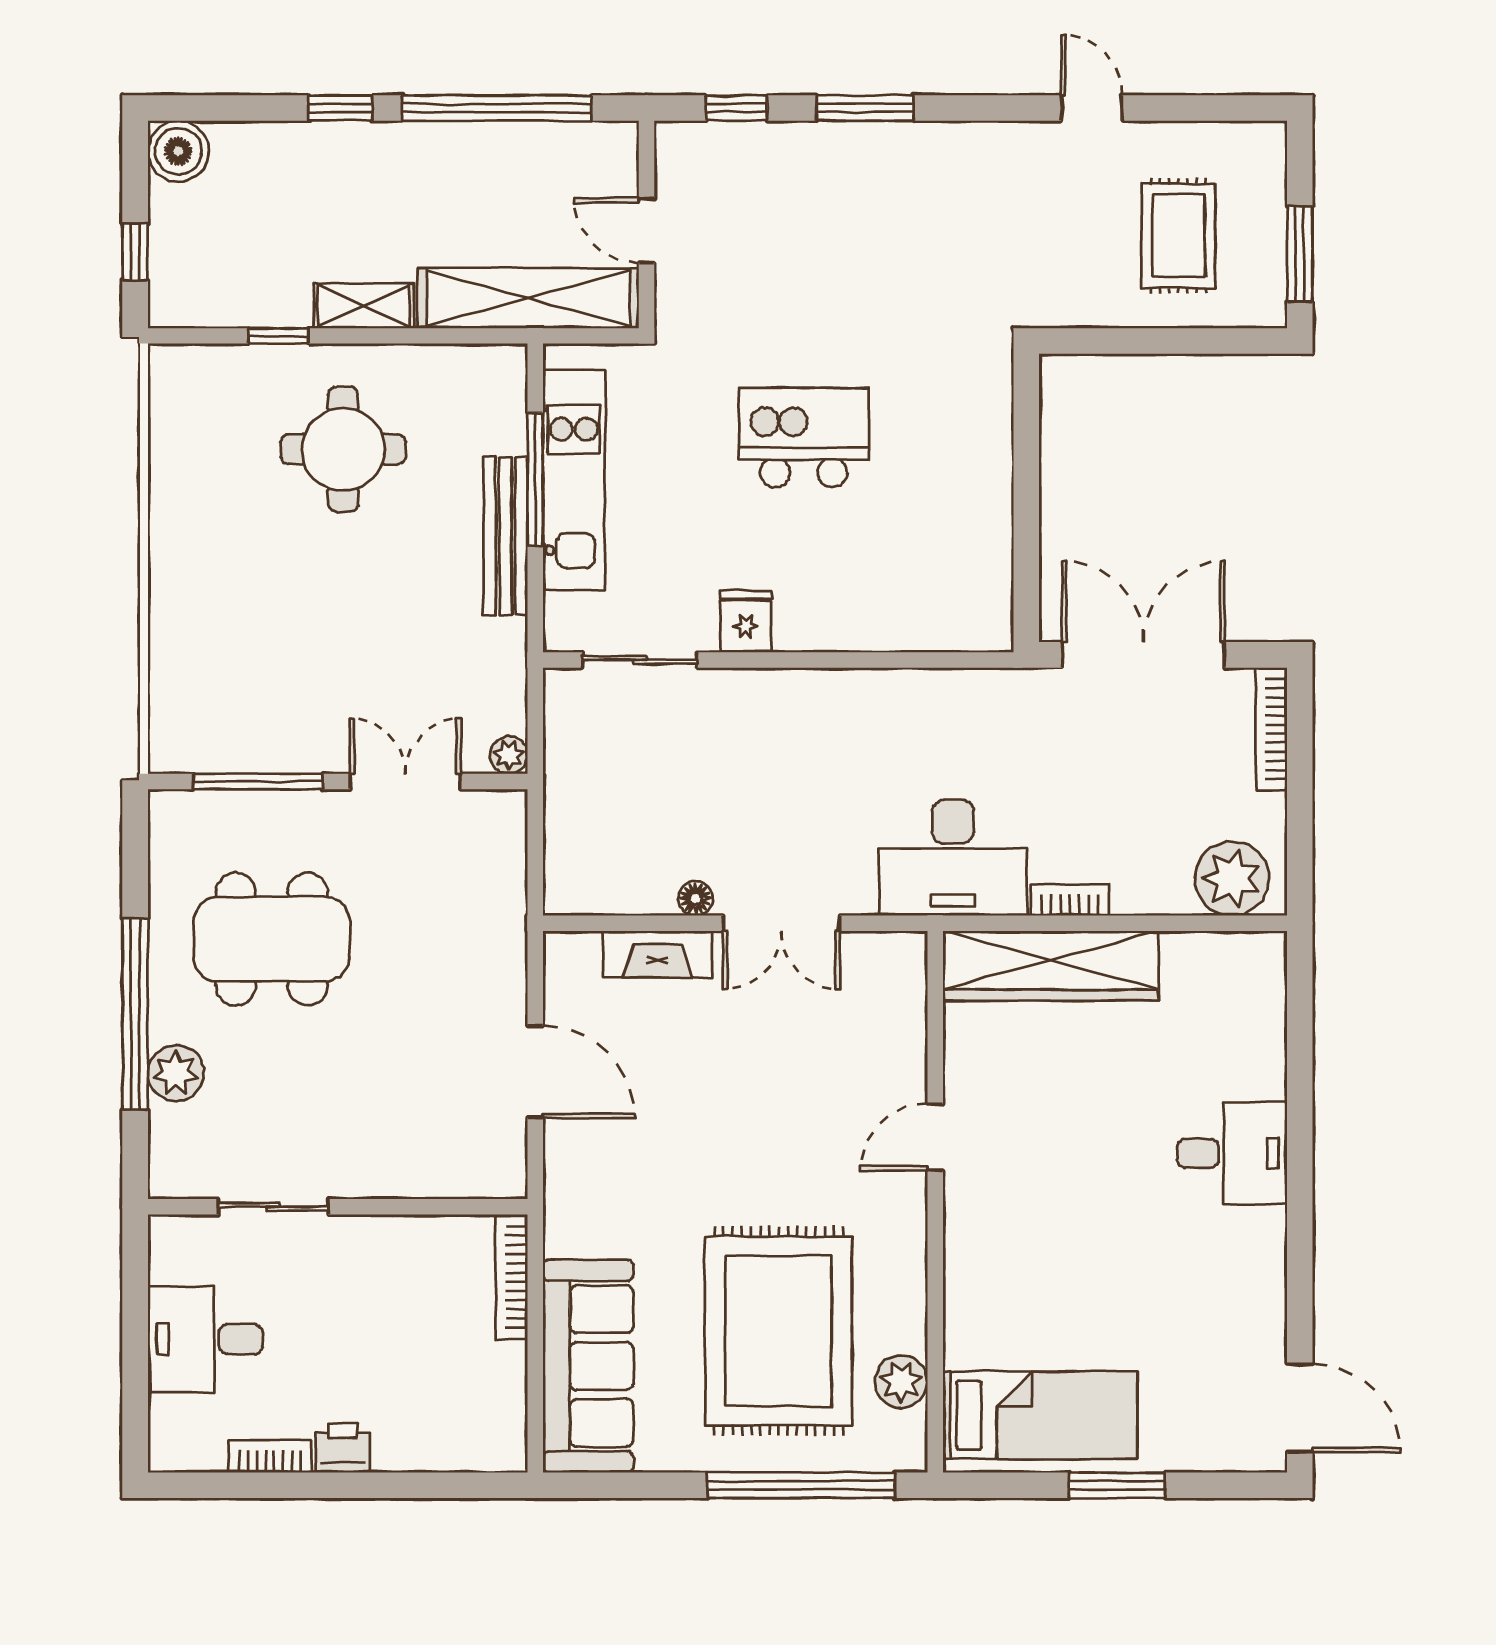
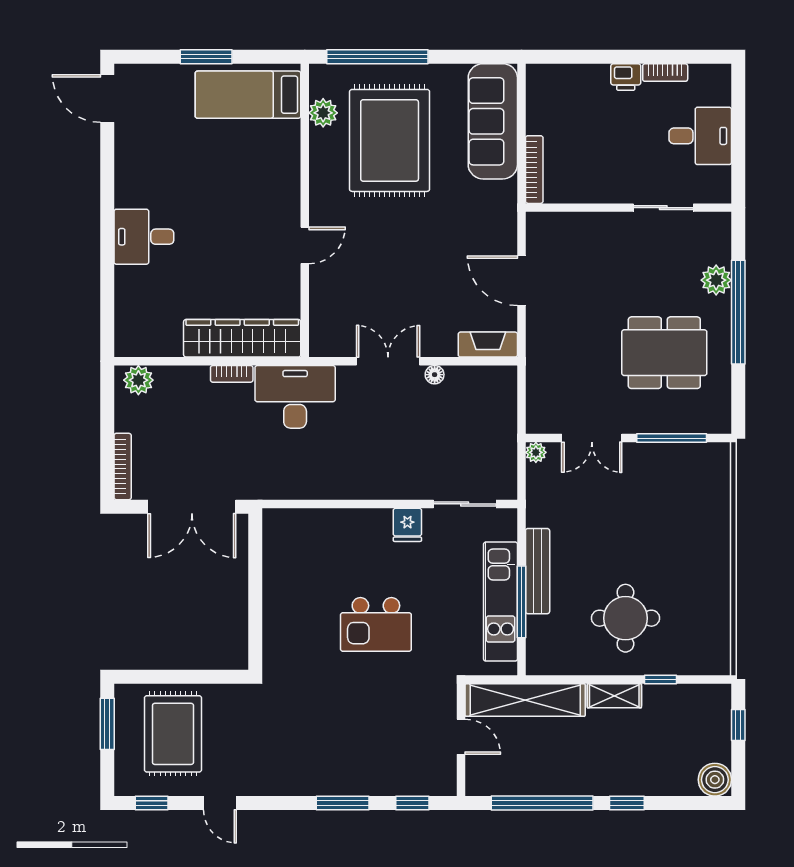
window: (1218, 108) -> (152, 803), added
rug: (1178, 236) -> (173, 734), width x1.36, depth x1.43
plant: (1232, 879) -> (138, 380), width x0.73, depth x0.73
fireplace: (657, 954) -> (488, 345), moved

